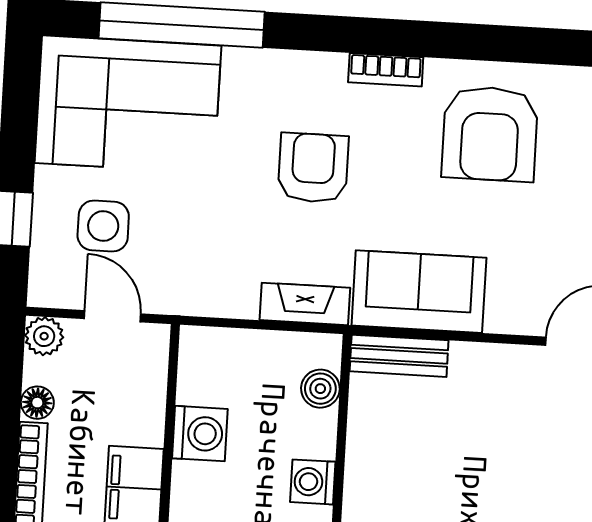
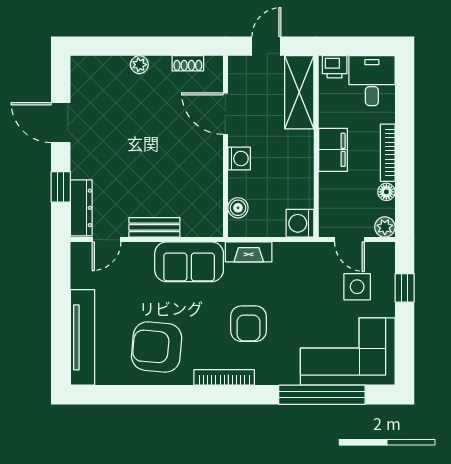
bookcase: (386, 70) -> (224, 377), width x1.56
armchair: (490, 134) -> (157, 347), turned -85
bench: (399, 356) -> (154, 227), moved
washing machine: (200, 434) -> (300, 223), moved

